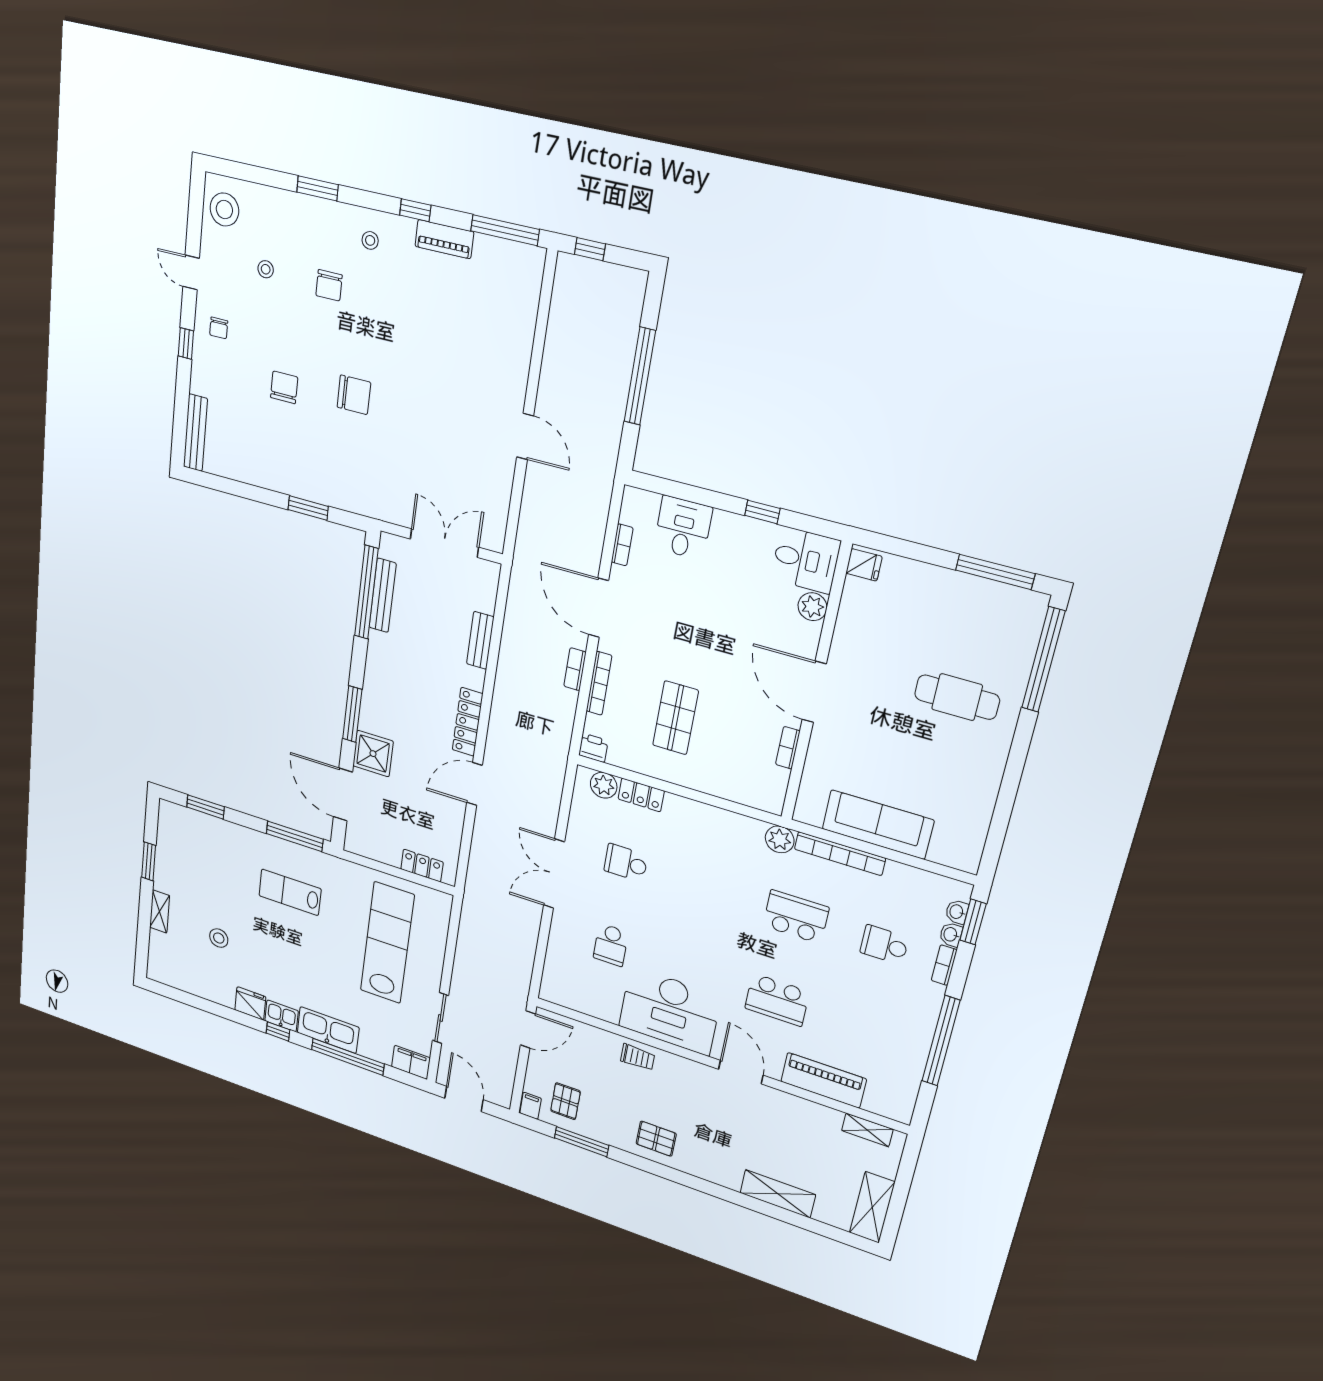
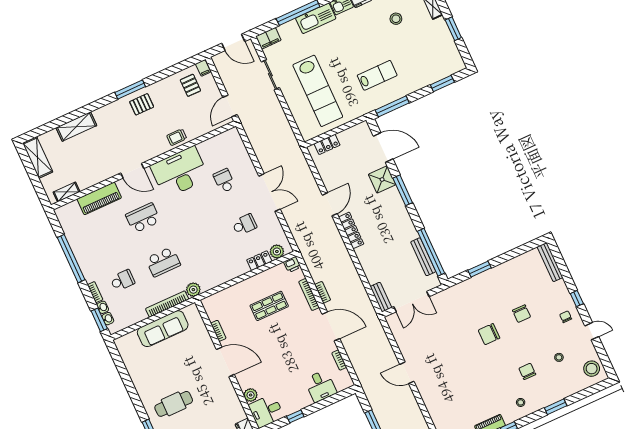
bench: (480, 640) -> (381, 297), moved
shop shelf: (675, 718) -> (269, 306), turned 90
window: (582, 1142) -> (130, 89), moved

